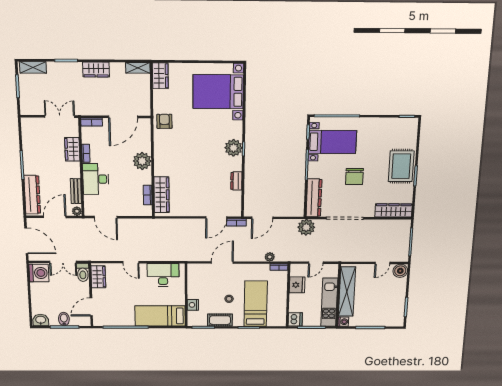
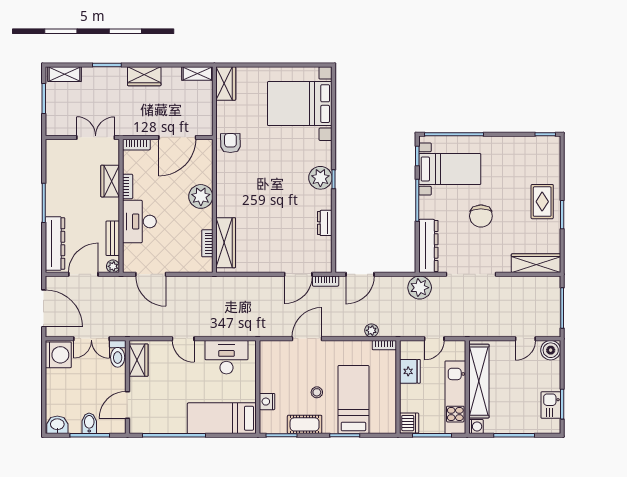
rug: (401, 166) -> (542, 202), width x0.73, depth x0.70
kitchen sink: (398, 308) -> (551, 405), added

